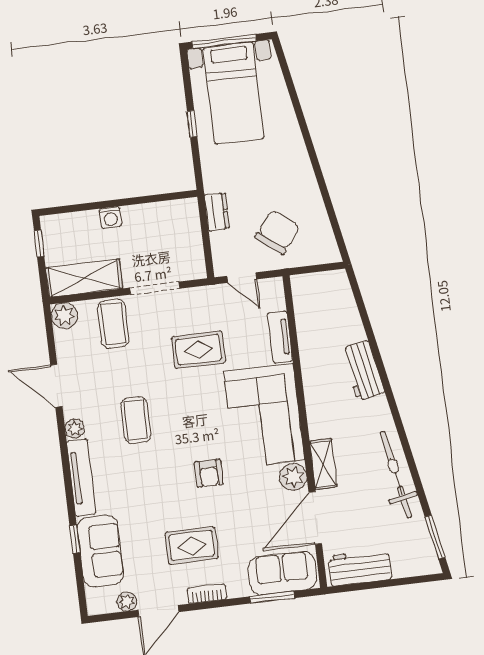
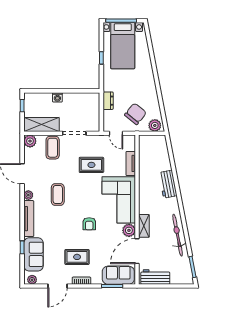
plant: (321, 251) -> (155, 125), added
plant: (127, 602) -> (32, 280), moved

